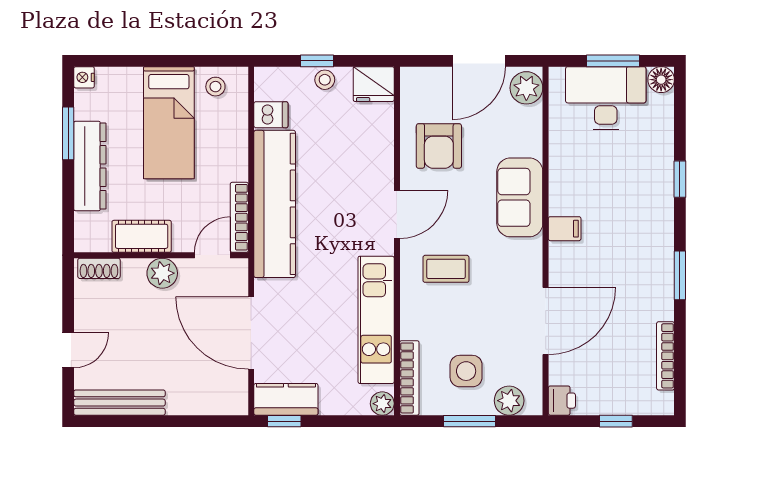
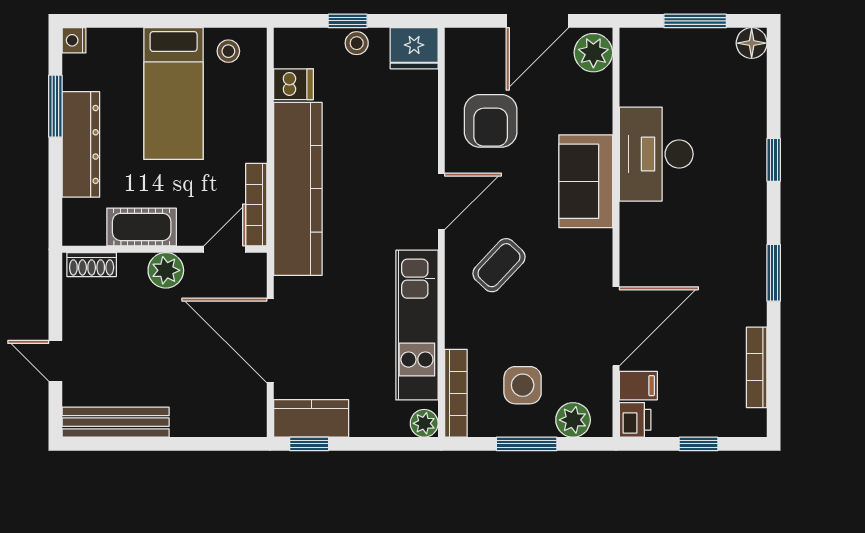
desk: (606, 98) -> (656, 154), moved, turned -90
filing cabinet: (565, 229) -> (638, 386), moved
coffee table: (446, 269) -> (499, 265), turned -47
door: (68, 350) -> (55, 361), swing flipped

